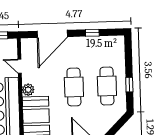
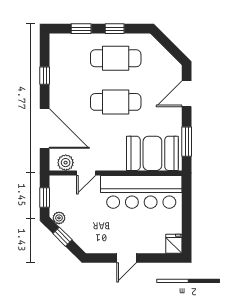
window: (129, 59) -> (81, 29), added
plant: (28, 90) -> (66, 163), moved

